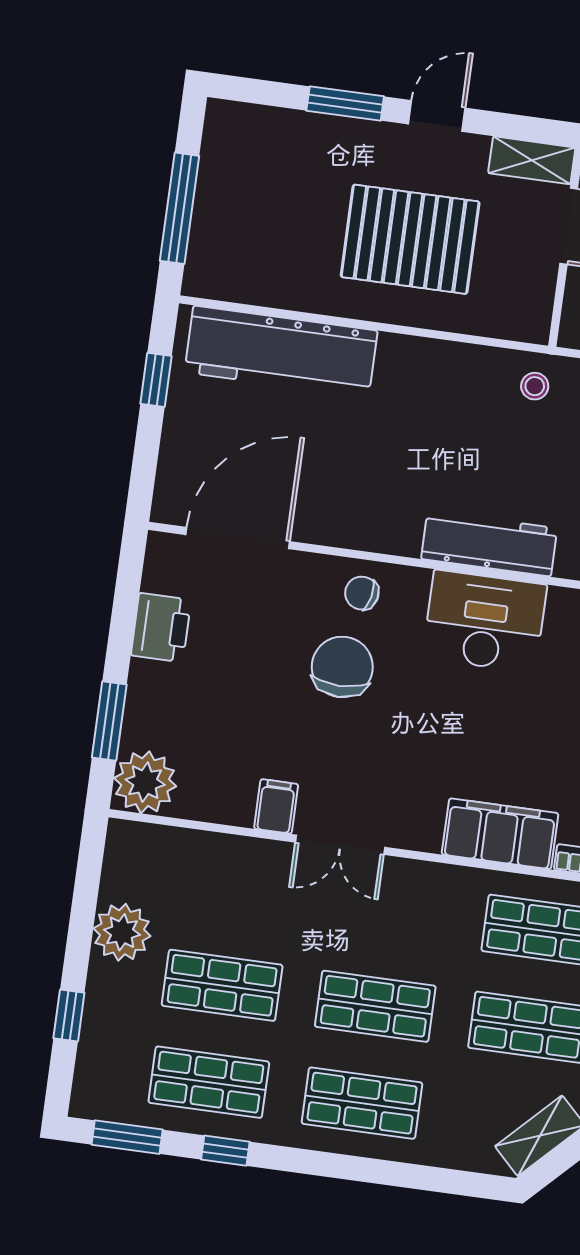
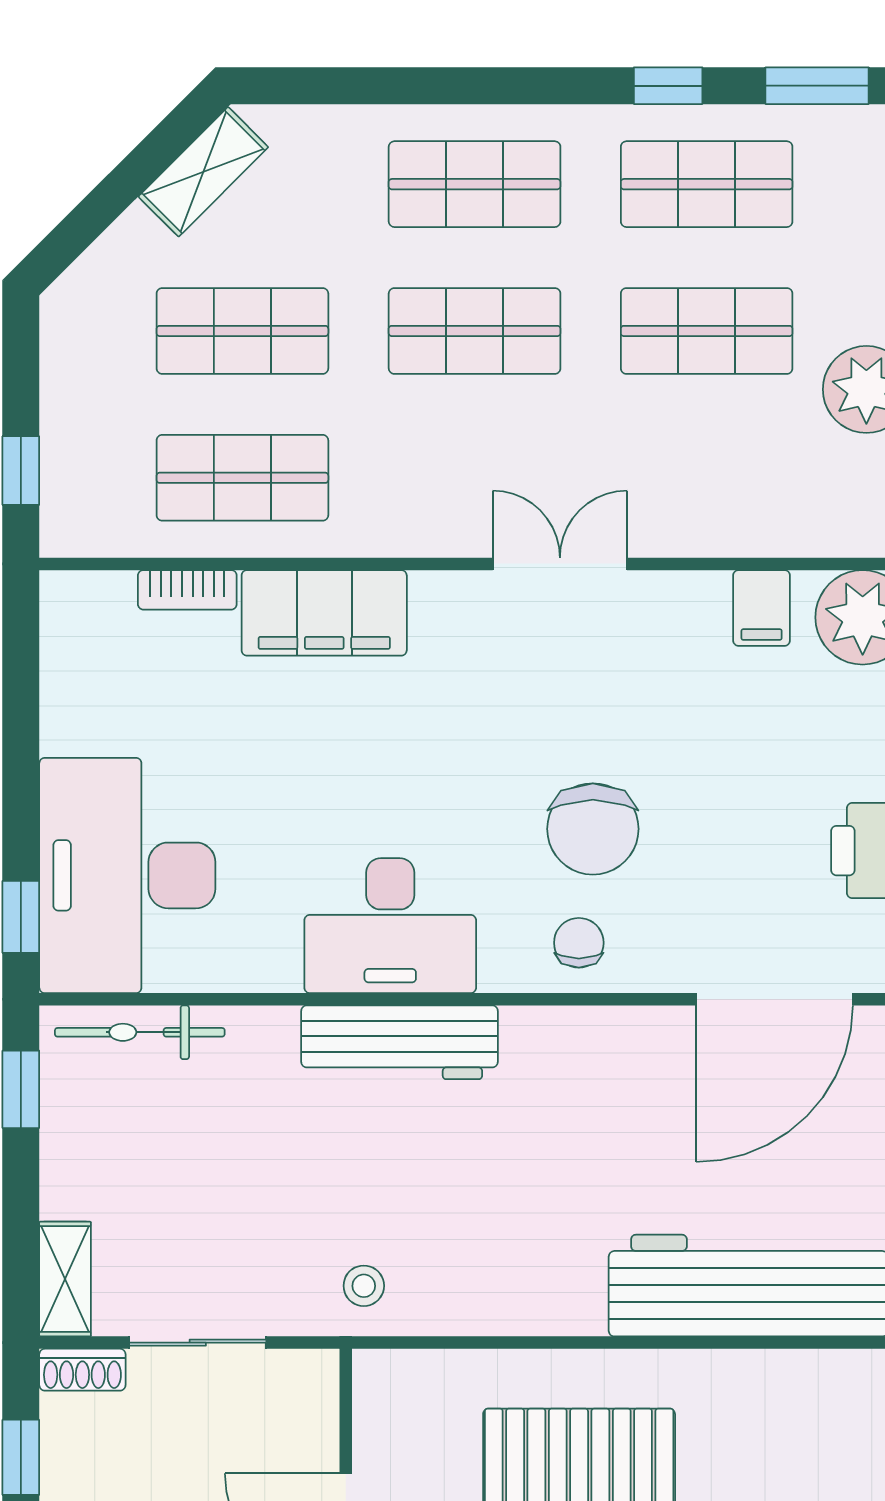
chair: (362, 593) -> (579, 943), turned -102
filing cabinet: (276, 806) -> (762, 608), moved

